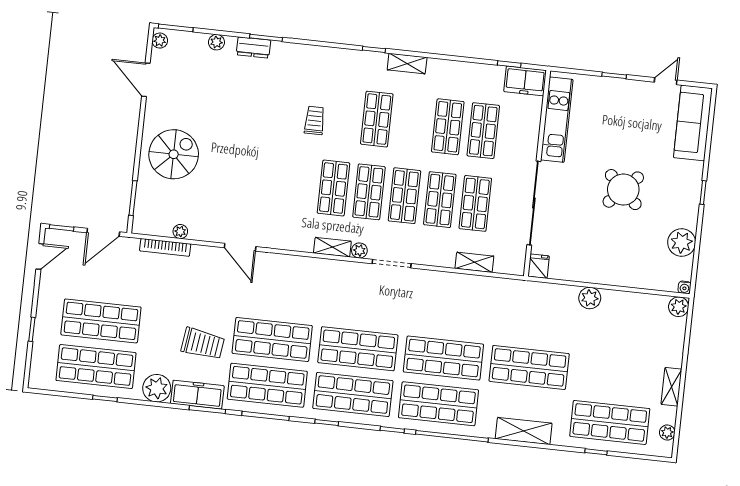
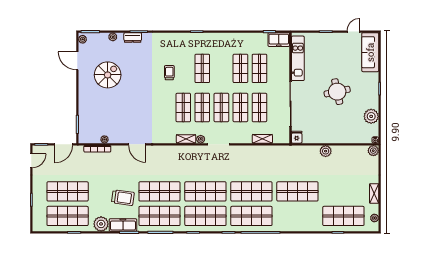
shelving: (407, 64) -> (215, 37), removed
spiral stairs: (174, 154) -> (108, 75), moved
round table: (623, 190) -> (337, 92), turned 34
shelving: (524, 431) -> (298, 226), removed

